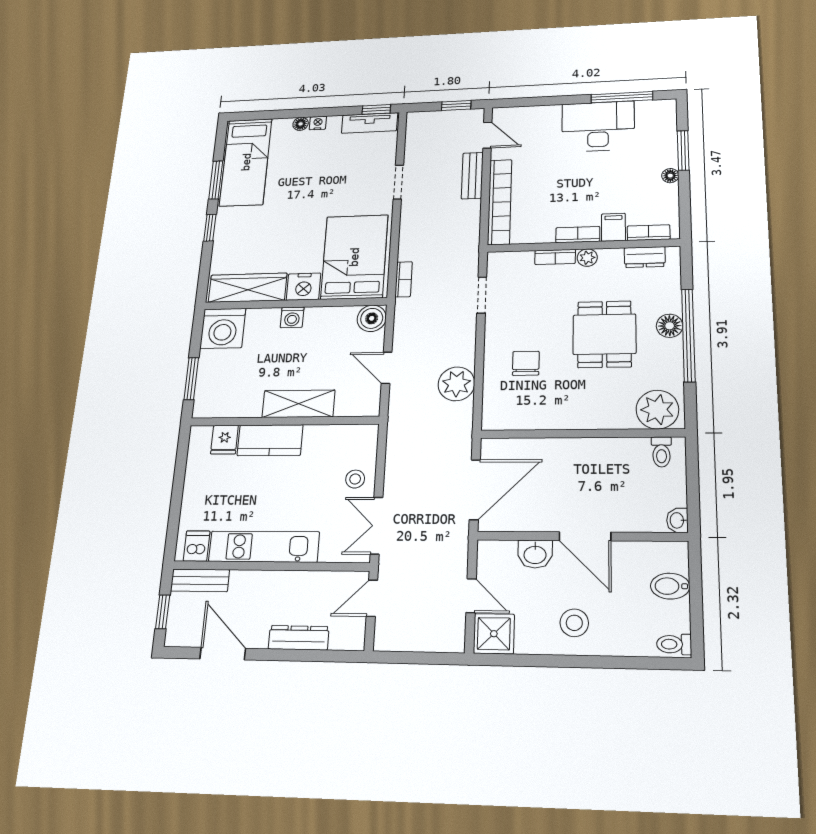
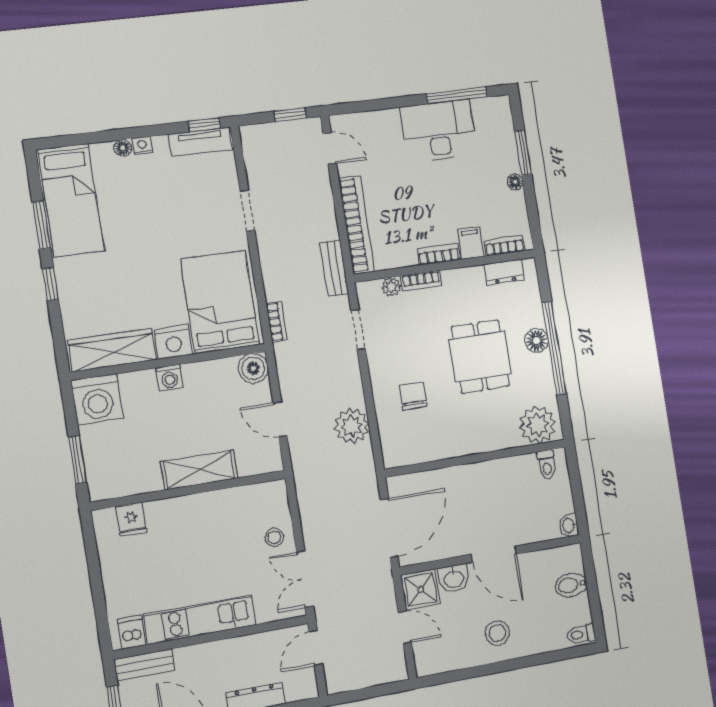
bench: (472, 176) -> (334, 268), moved
plant: (587, 258) -> (391, 287), moved
kitchen counter: (270, 440) -> (179, 512), removed
shower: (494, 634) -> (421, 589), moved

